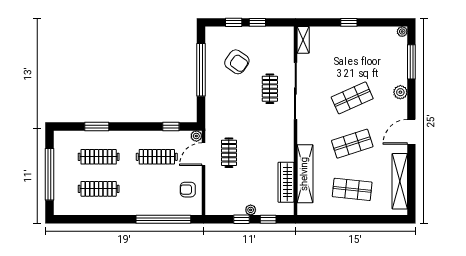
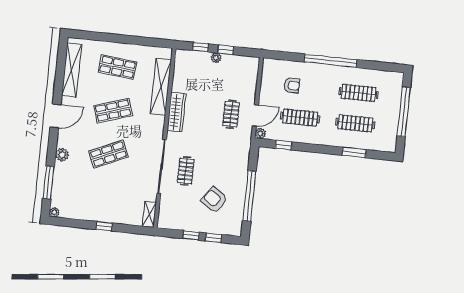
wardrobe: (286, 182) -> (176, 112), moved
armchair: (188, 190) -> (292, 85), moved
window: (163, 219) -> (331, 61), moved

